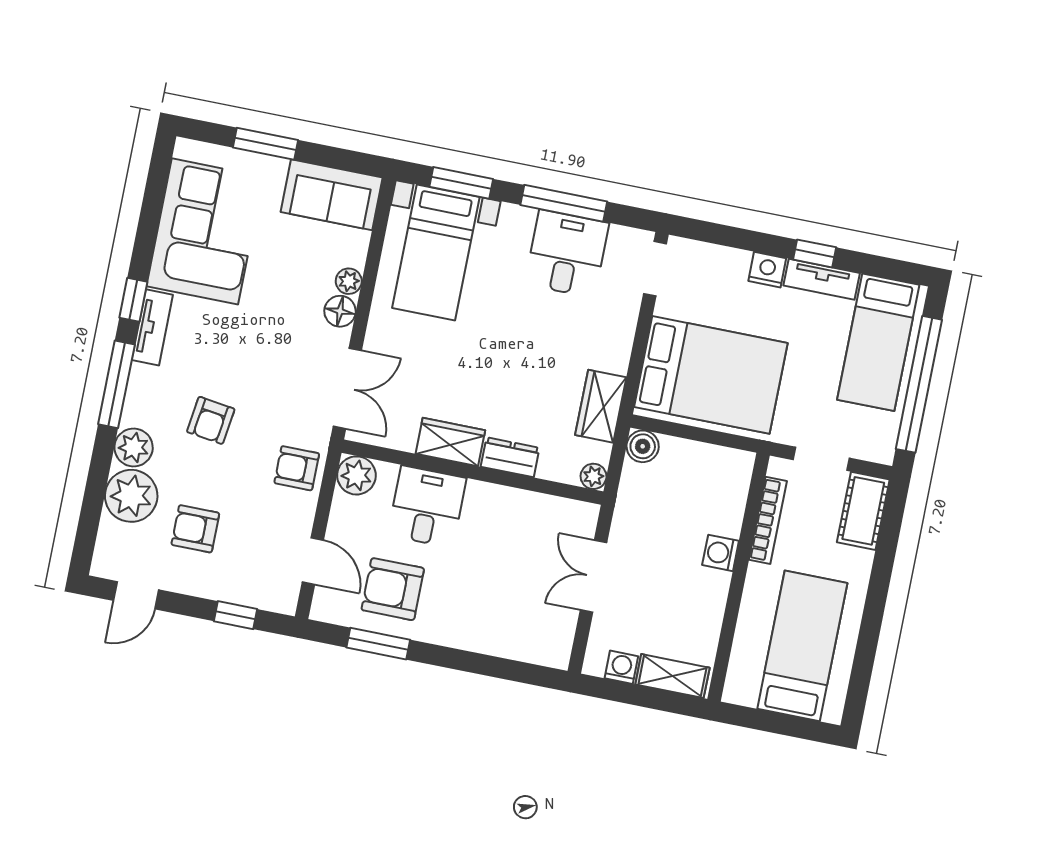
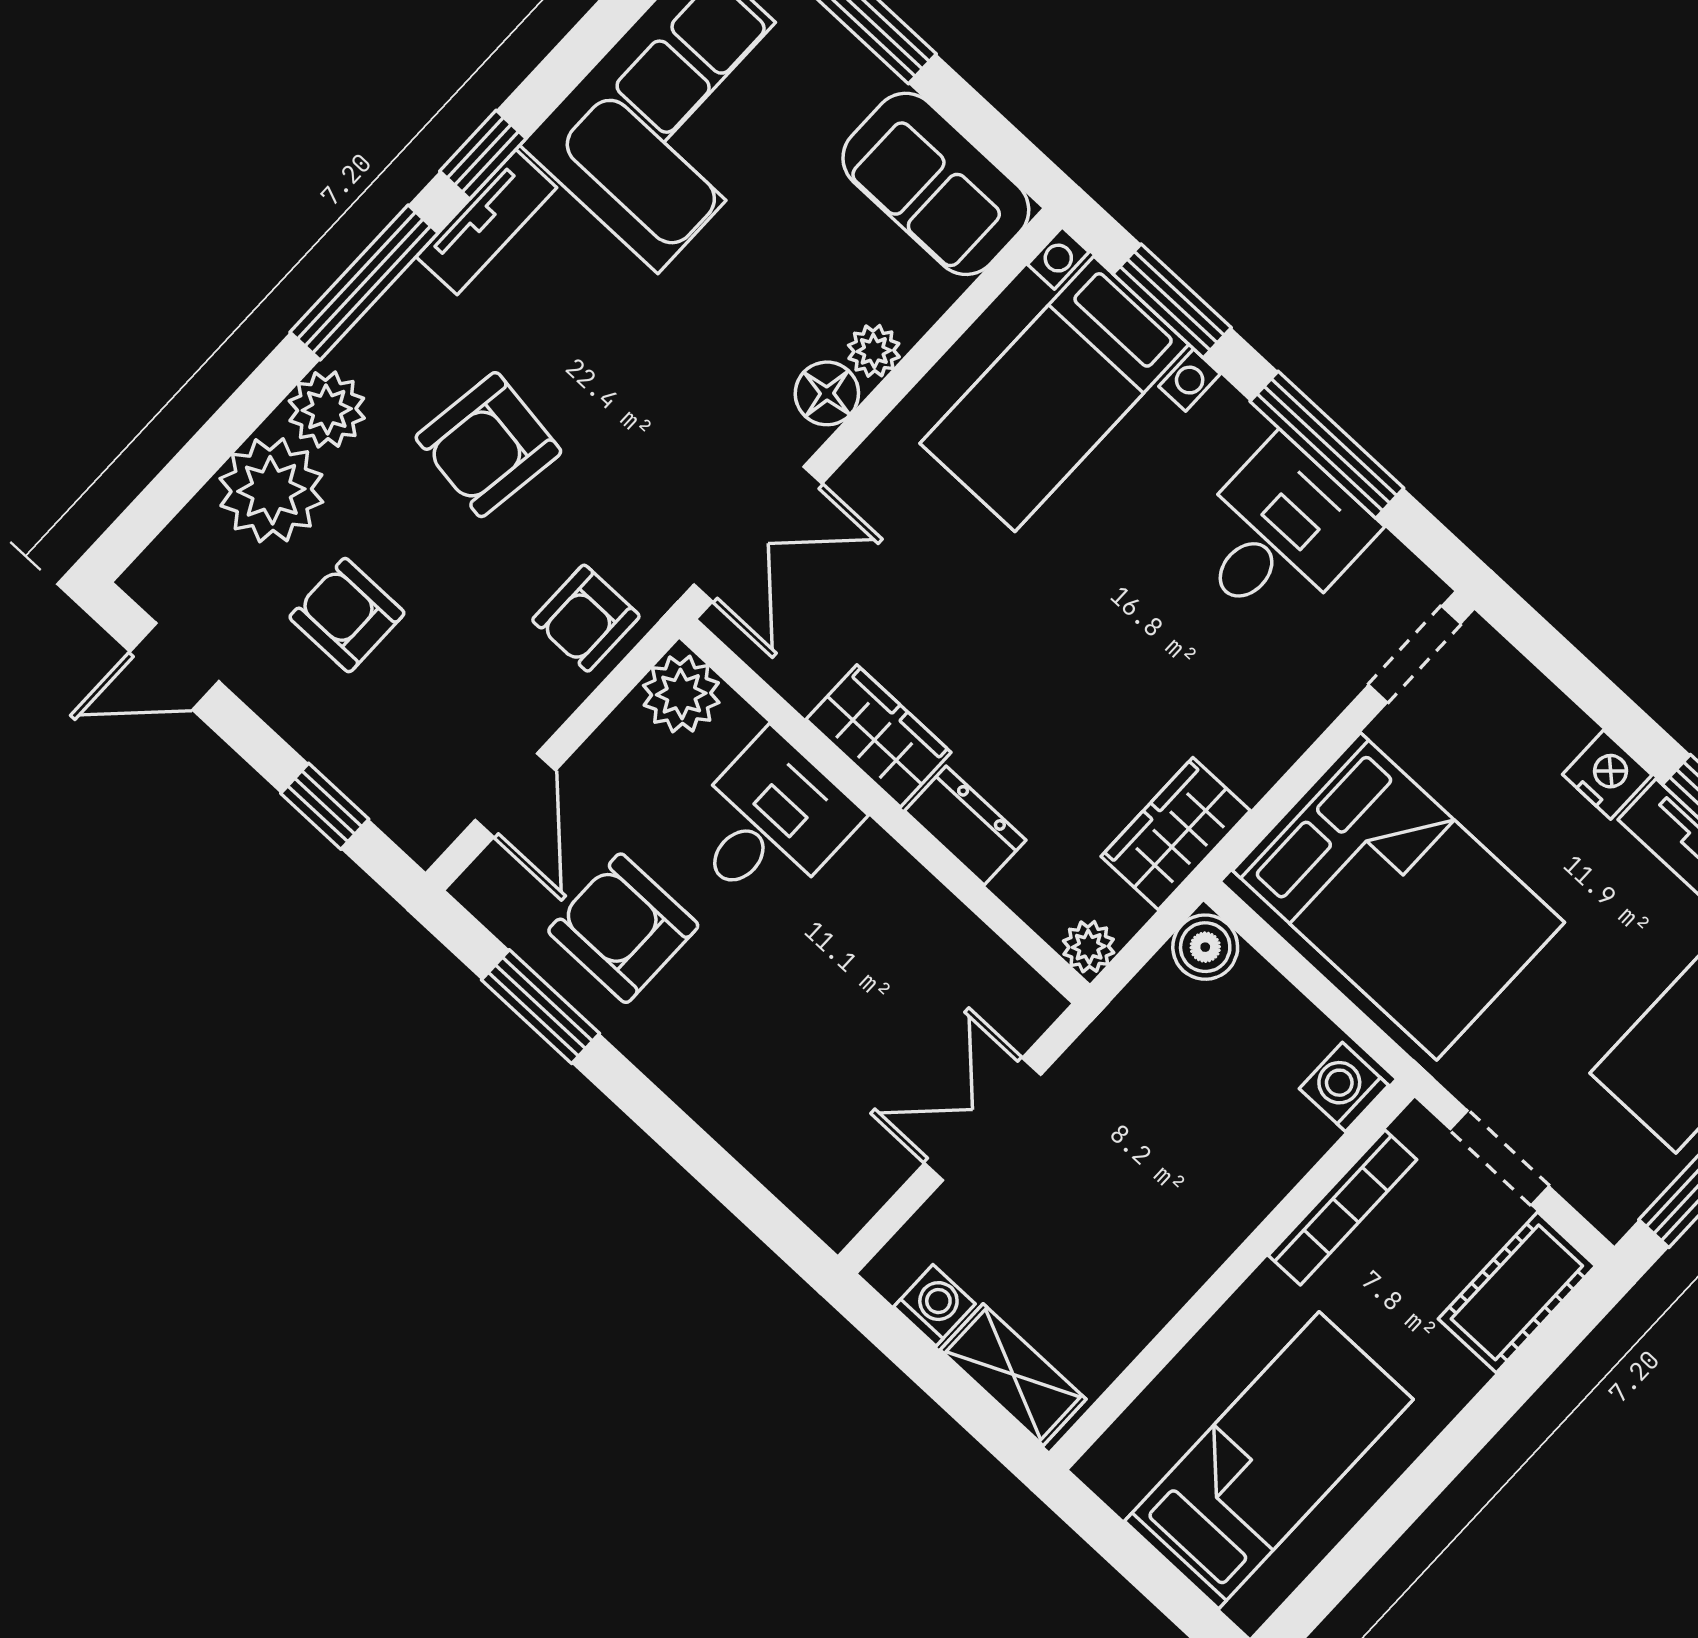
armchair: (211, 420) -> (488, 445), width x1.38, depth x1.38
armchair: (297, 468) -> (586, 618), turned -90
washing machine: (721, 553) -> (1344, 1087), moved

